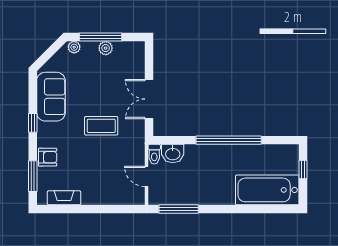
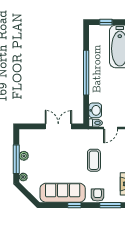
sofa: (51, 97) -> (63, 193), width x1.36
double door: (149, 99) -> (58, 126), swing flipped
coffee table: (101, 126) -> (94, 160), moved

